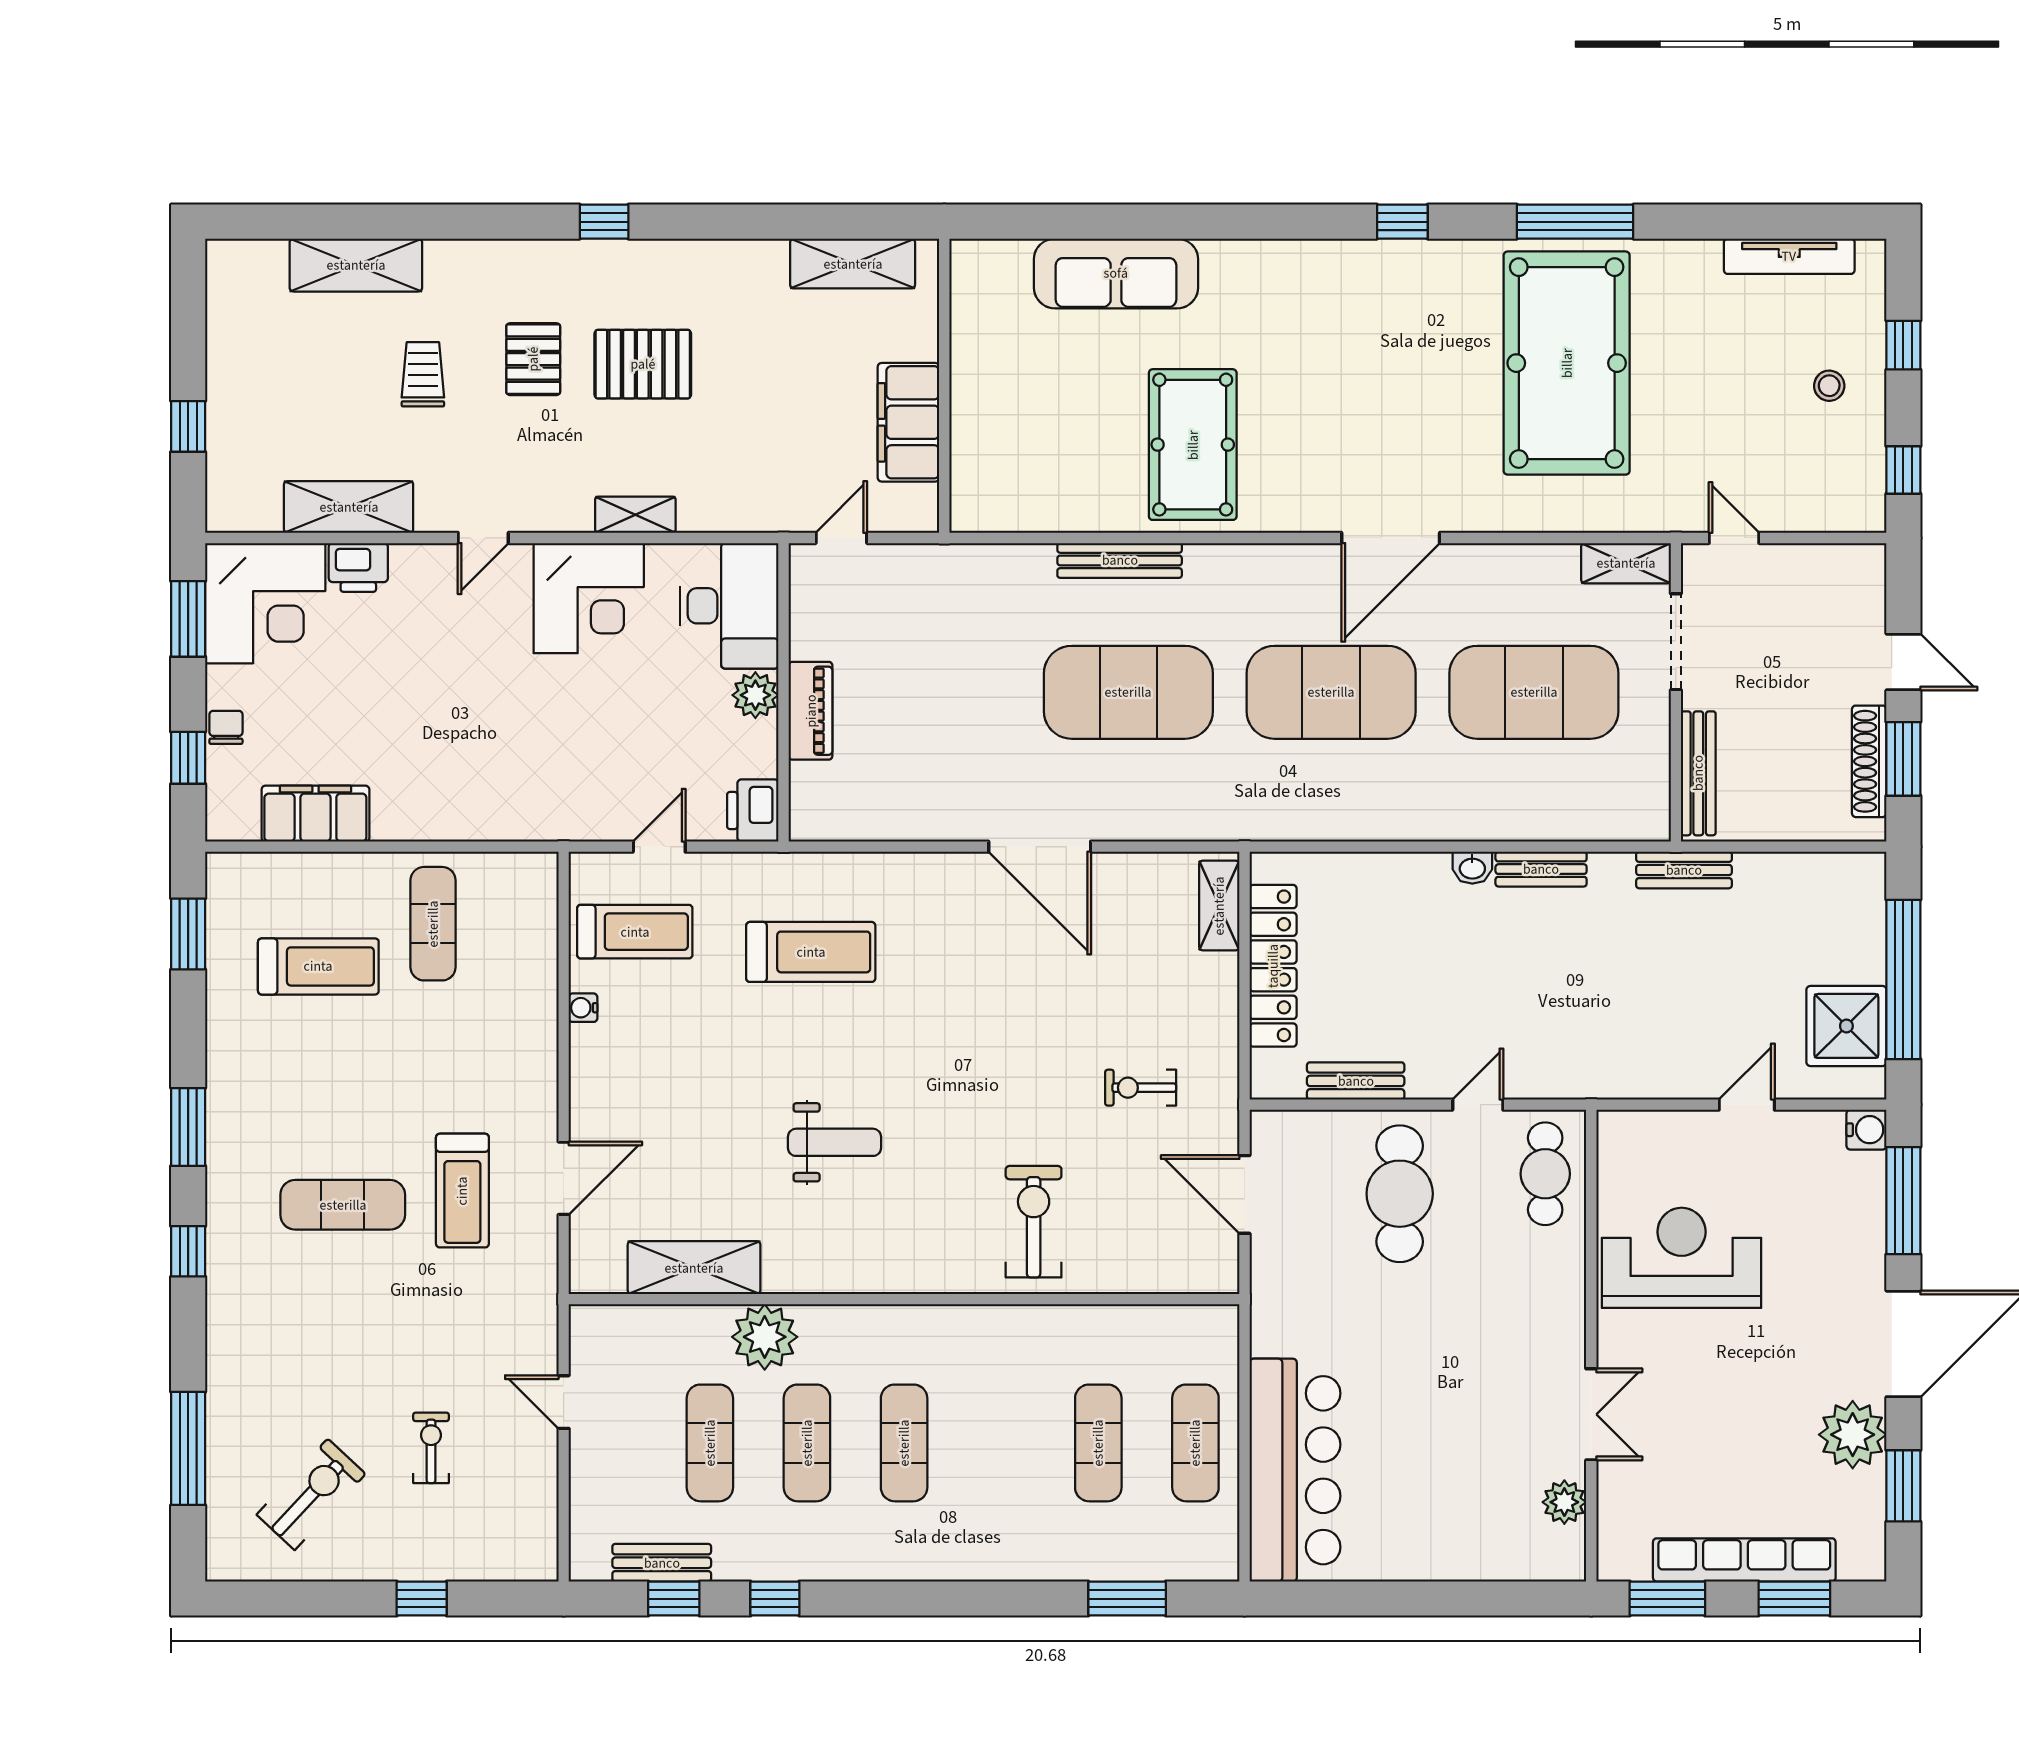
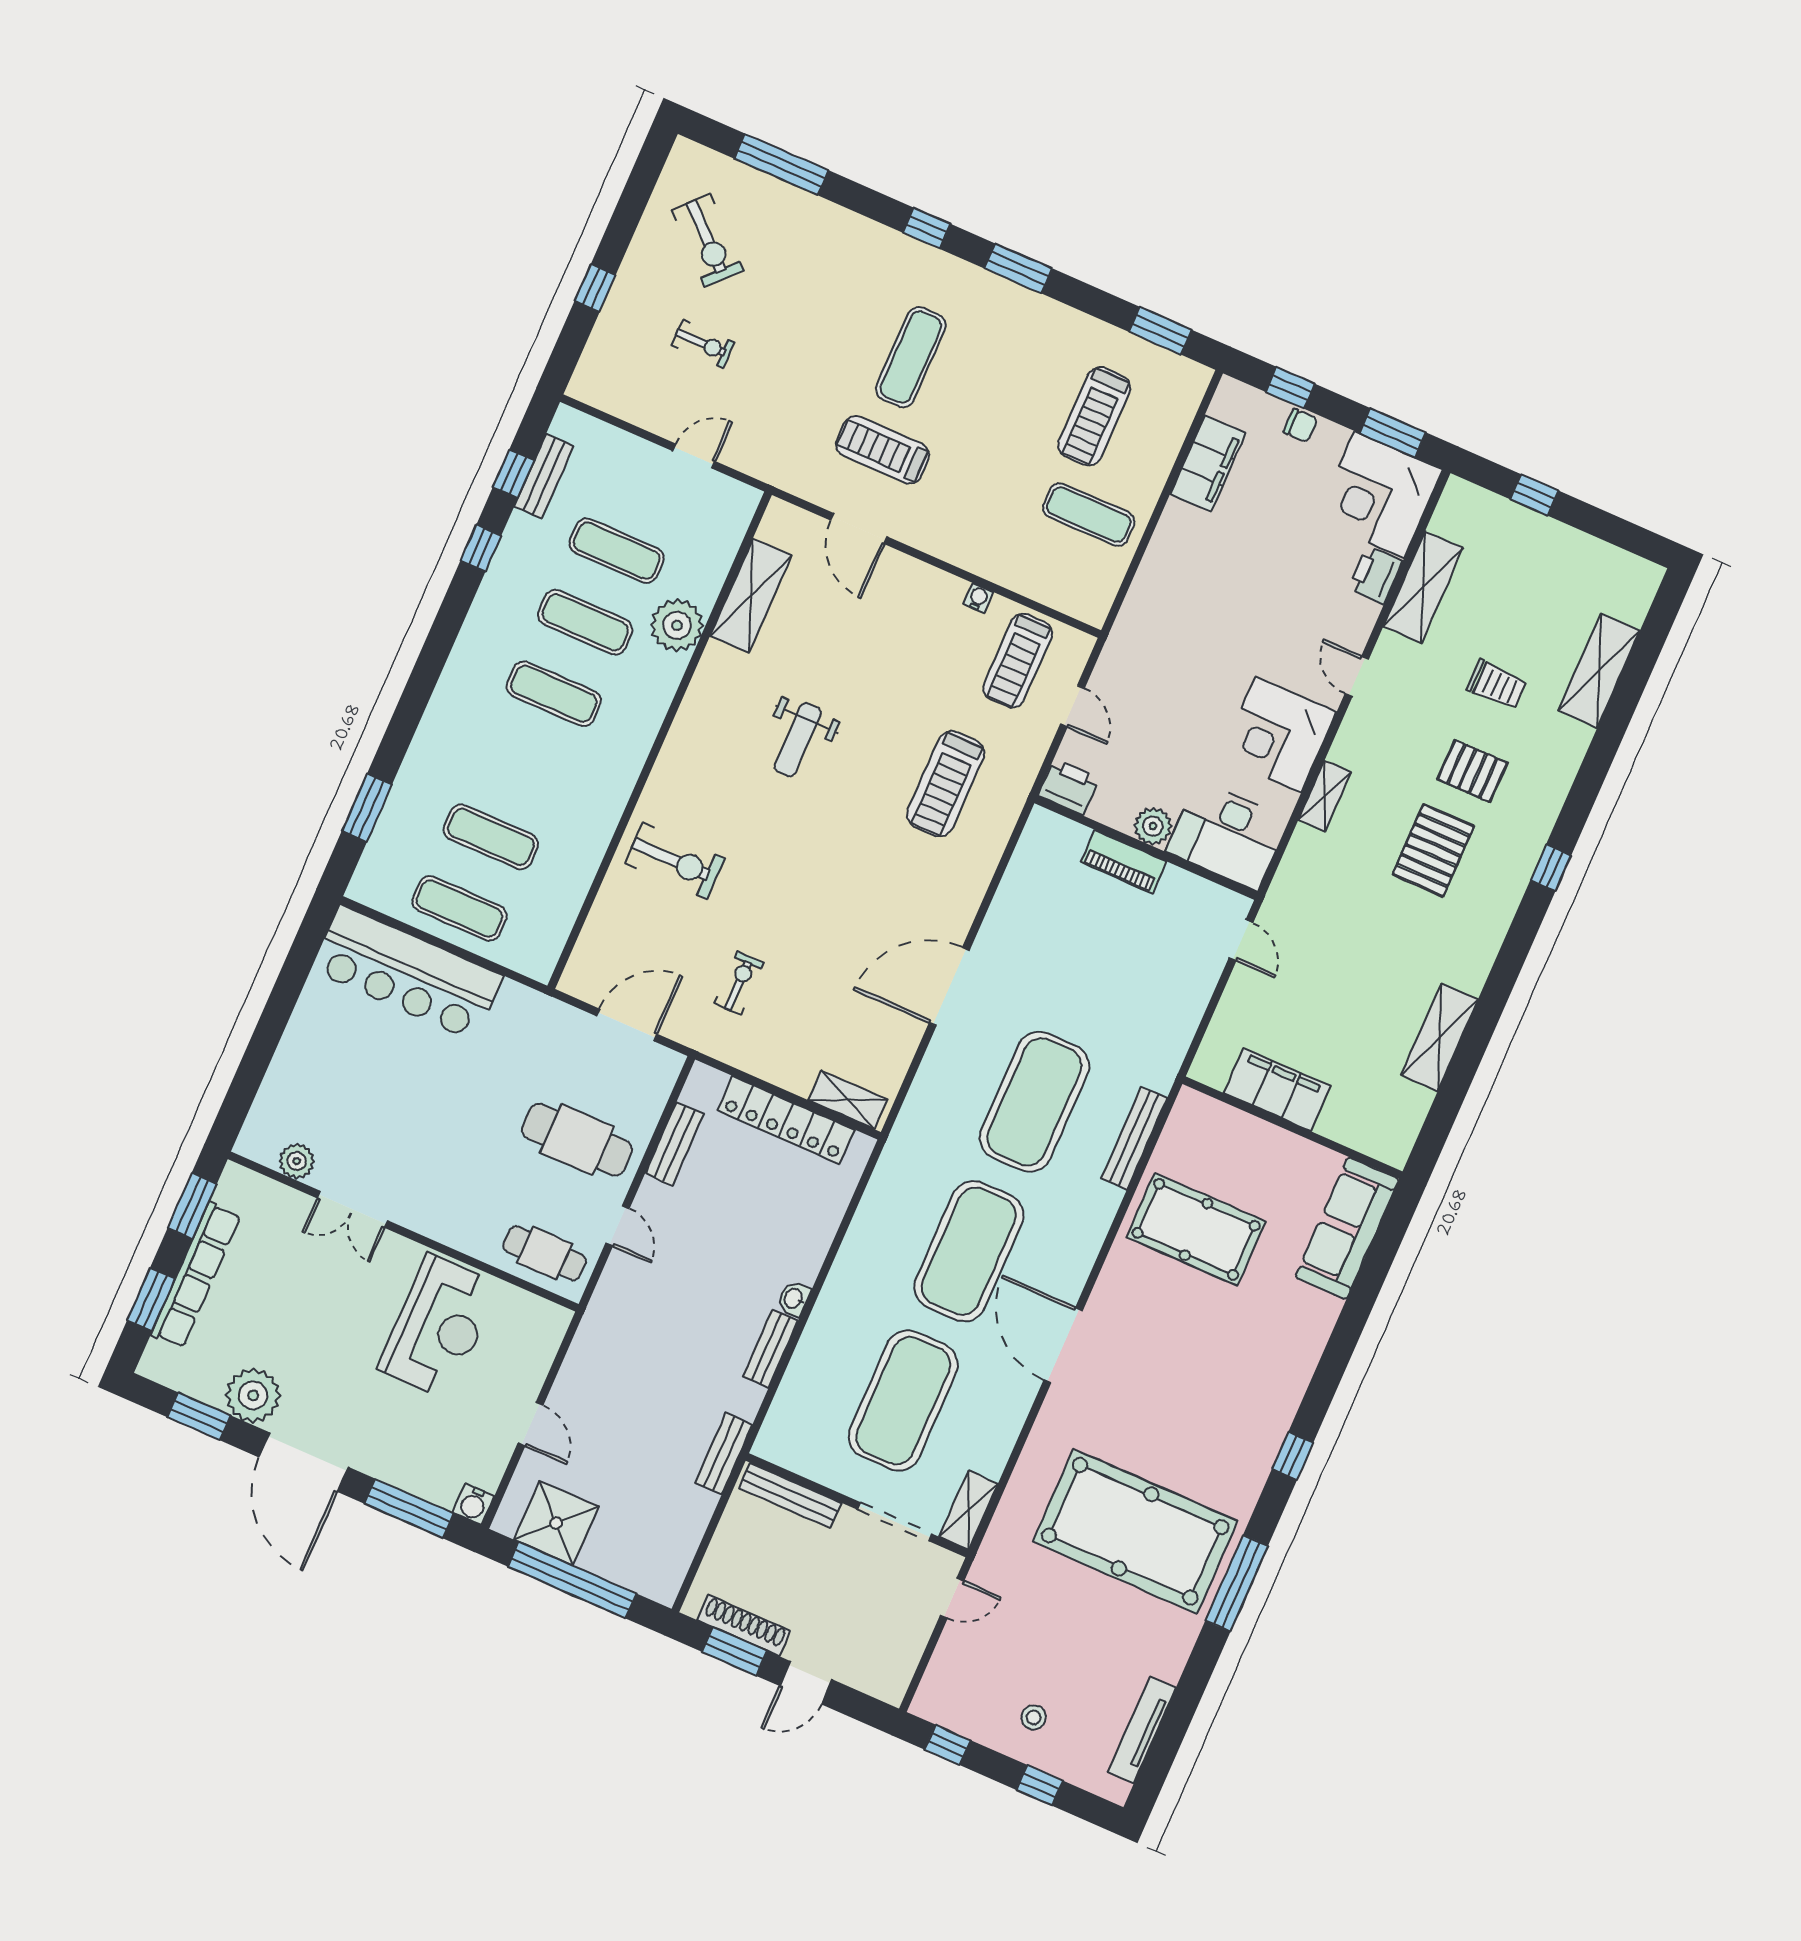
wall: (944, 386) -> (1292, 1128), moved
filing cabinet: (908, 422) -> (1277, 1089), moved

